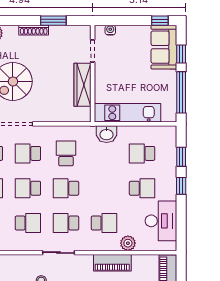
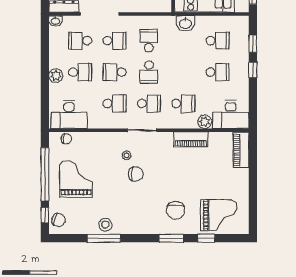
school desk: (28, 153) -> (114, 41), turned 180
school desk: (142, 153) -> (218, 41), turned 180
school desk: (66, 188) -> (149, 72), turned -90
desk: (161, 221) -> (231, 114), moved, turned 90
school desk: (66, 223) -> (149, 104), turned 180

